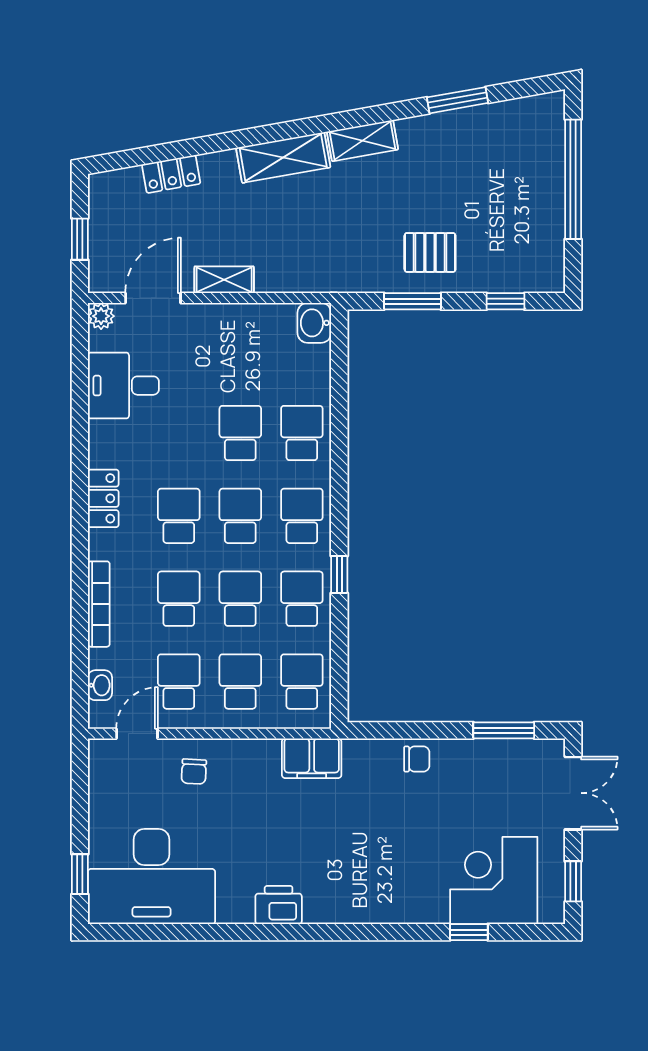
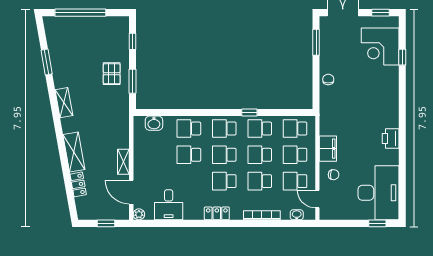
shelving: (283, 158) -> (74, 152), moved
washbasin: (314, 323) -> (154, 123), moved
filing cabinet: (312, 758) -> (328, 149), moved

